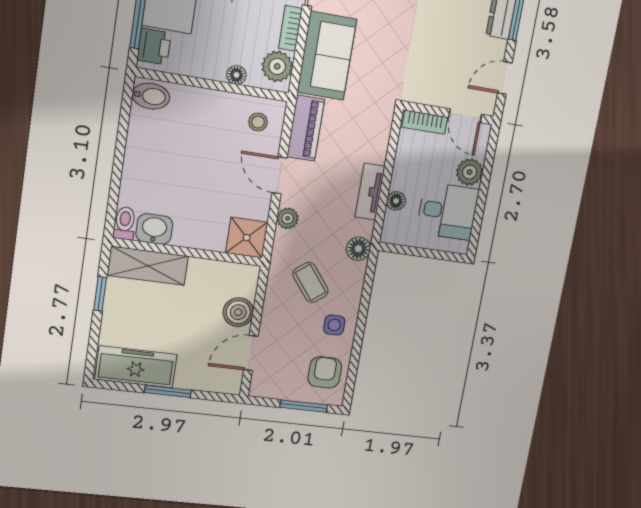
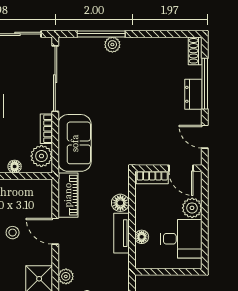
door: (505, 78) -> (205, 137), hinge flipped
stool: (258, 122) -> (13, 233), moved
plant: (288, 218) -> (66, 276), moved
floor lamp: (358, 249) -> (120, 203), moved

